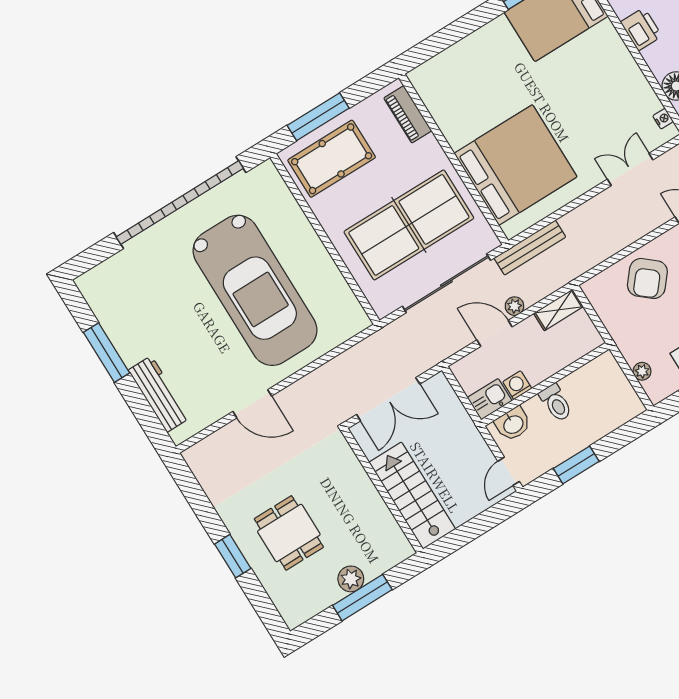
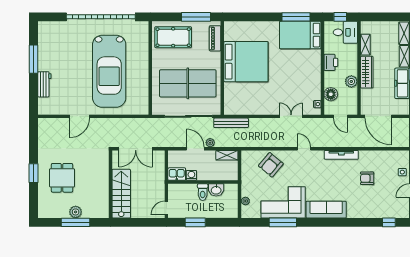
window: (318, 117) -> (196, 17), moved
bed: (516, 165) -> (246, 62), moved
workbench: (159, 394) -> (44, 84), width x0.73
door: (252, 404) -> (80, 116), hinge flipped
washbasin: (513, 424) -> (216, 190), moved

